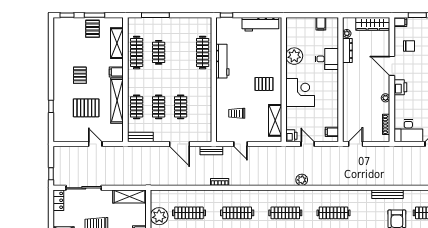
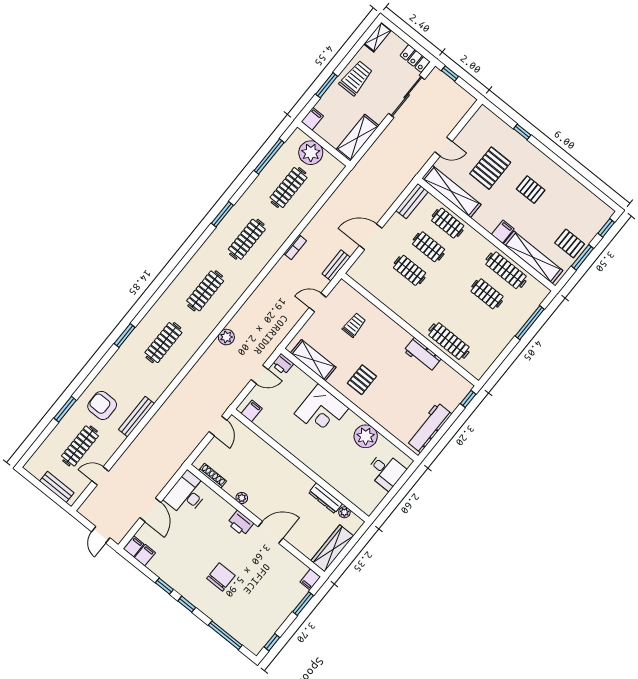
filing cabinet: (321, 24) -> (377, 493), removed
shelving: (117, 43) -> (533, 257), width x1.47
chair: (409, 46) -> (277, 568), removed
desk: (327, 59) -> (386, 471), moved, turned -90
workbench: (222, 61) -> (422, 355), width x0.73
shelving: (117, 101) -> (451, 191), moved

